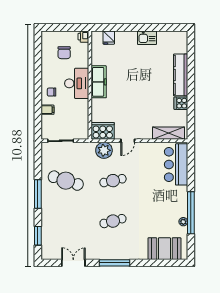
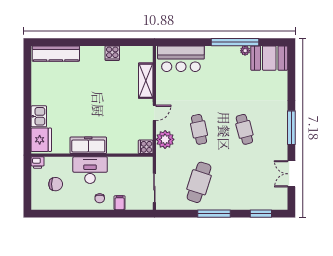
fridge: (109, 38) -> (41, 140), width x1.88, depth x1.34
kitchen sink: (147, 38) -> (39, 116), moved
kitchen counter: (181, 75) -> (56, 54), moved
cooker: (103, 131) -> (146, 147), width x0.53, depth x0.76
shelving: (169, 133) -> (146, 81), moved
door: (128, 141) -> (154, 113), hinge flipped
booth: (164, 249) -> (269, 58), moved, turned 90

